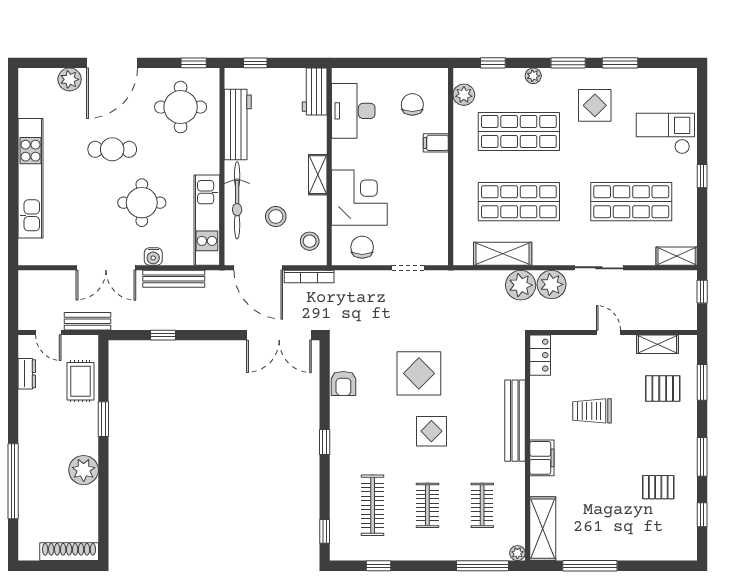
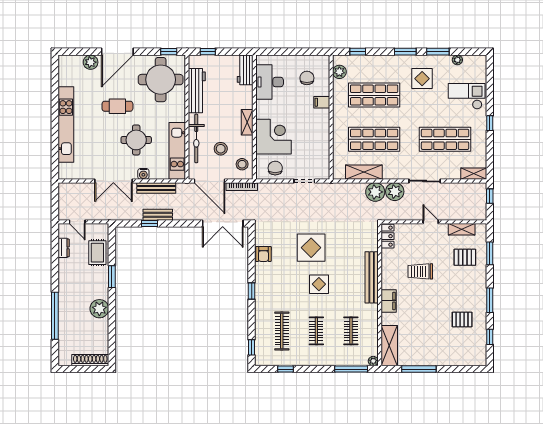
plant: (533, 76) -> (457, 60), moved
round table: (181, 107) -> (161, 80), width x1.36, depth x1.36
bench: (88, 321) -> (158, 215), moved

